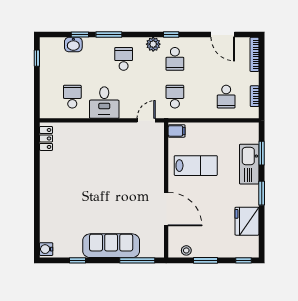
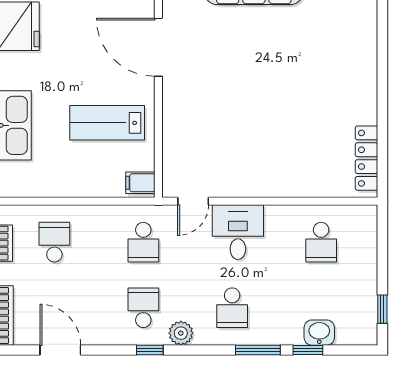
desk: (104, 103) -> (238, 232), moved
locker: (46, 138) -> (367, 158), width x1.53

